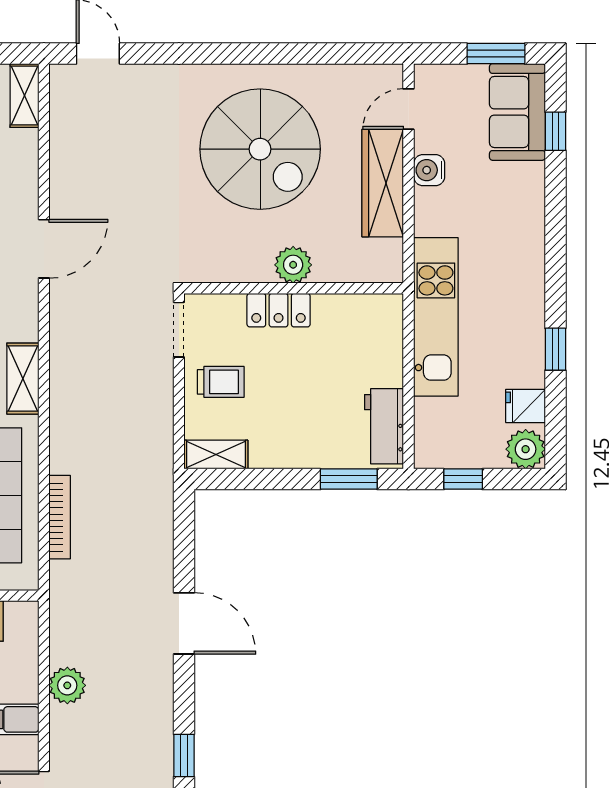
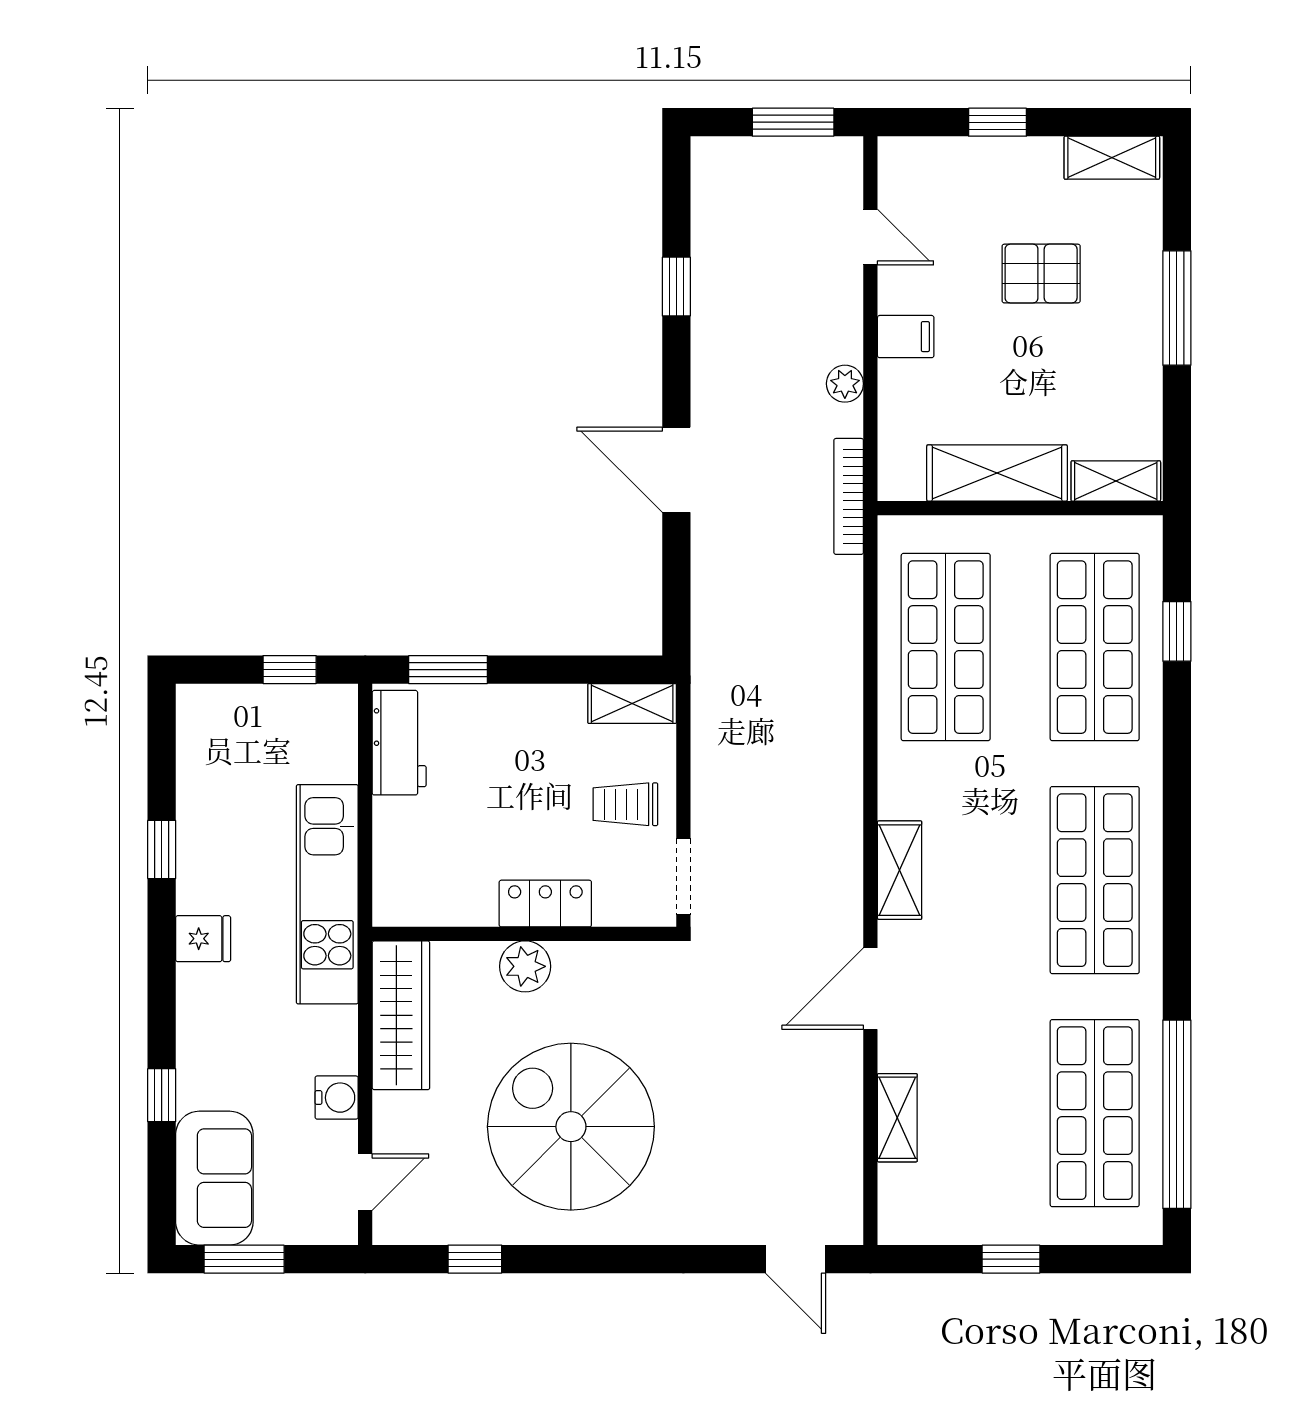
window: (329, 54) -> (475, 1259), added
shelving: (24, 96) -> (897, 1118), moved
window: (555, 131) -> (162, 1095), moved
wardrobe: (383, 183) -> (401, 1015), moved
shelving: (23, 379) -> (900, 870), moved
fridge: (526, 406) -> (203, 939), moved
plant: (526, 449) -> (203, 711), removed
bookcase: (60, 517) -> (849, 496), moved
plant: (67, 685) -> (845, 384), width x0.73, depth x0.73

